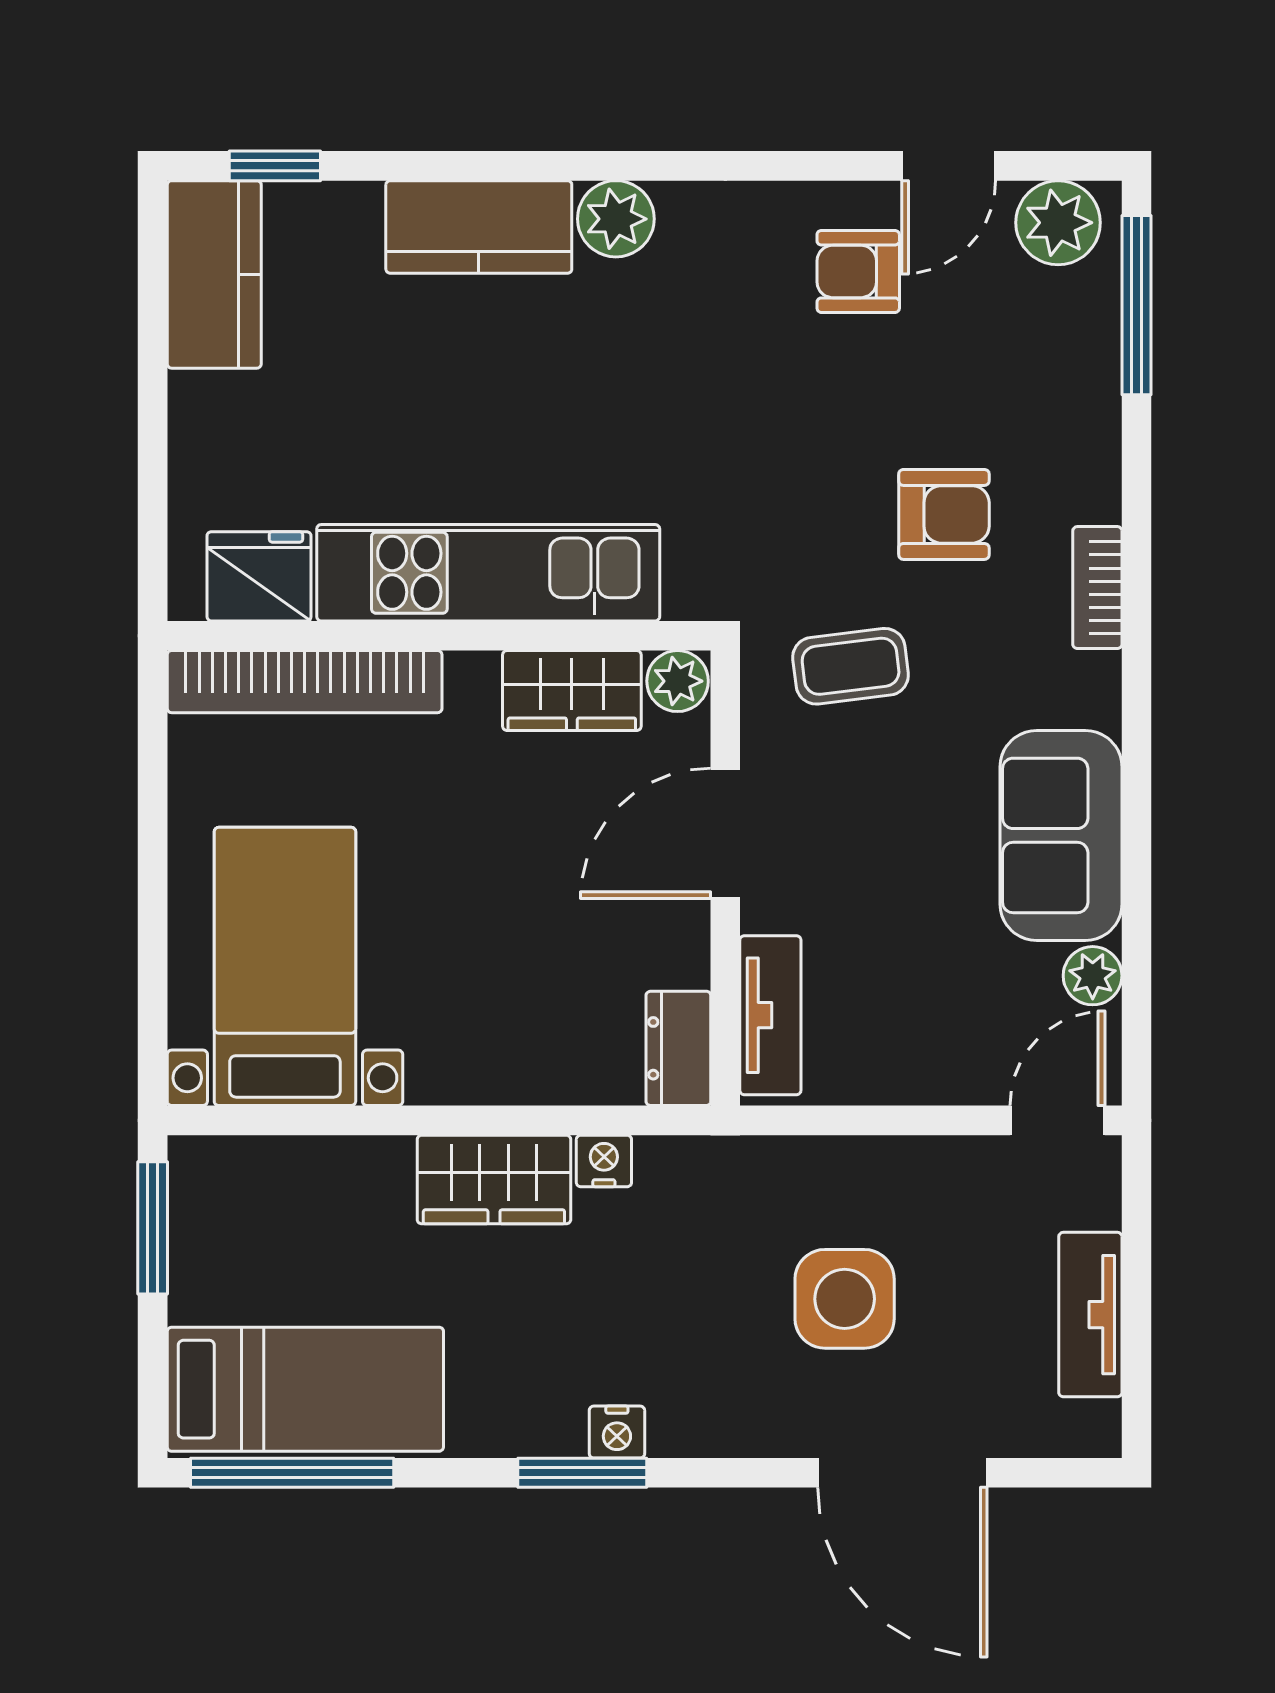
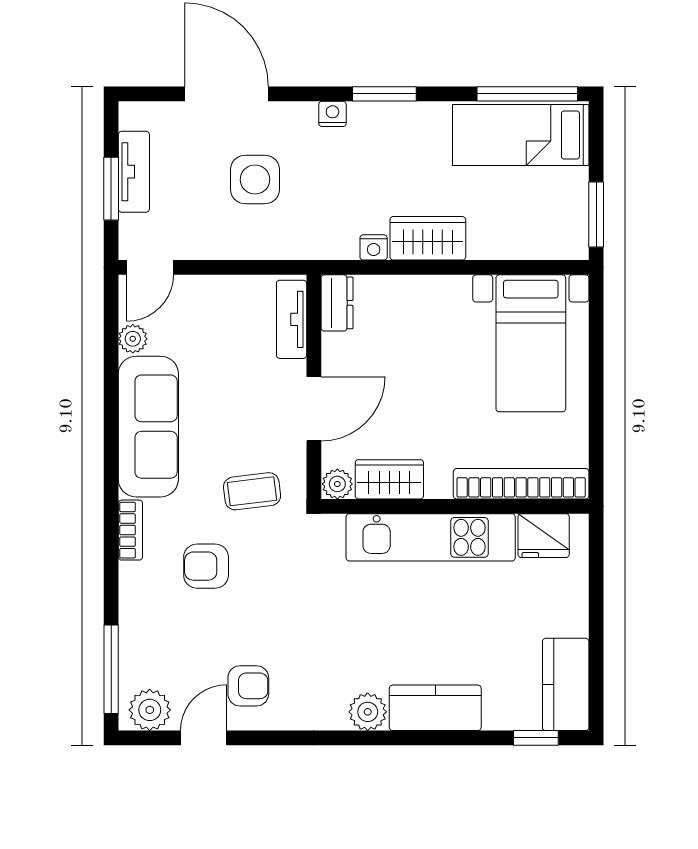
sofa: (1061, 835) -> (148, 427), width x1.36
window: (1136, 1280) -> (111, 189), added
nightstand: (617, 1432) -> (332, 114), moved

